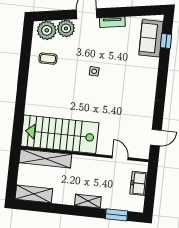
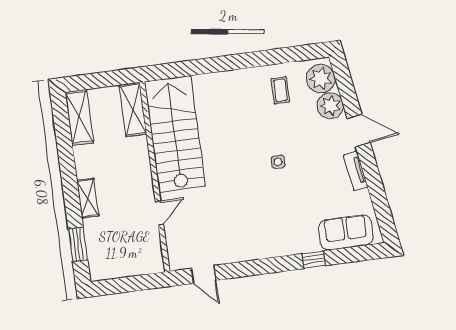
window: (166, 41) -> (313, 260), moved
door: (120, 158) -> (160, 213), moved
shelving: (45, 159) -> (133, 109), width x0.68
freezer: (139, 183) -> (131, 265), removed

